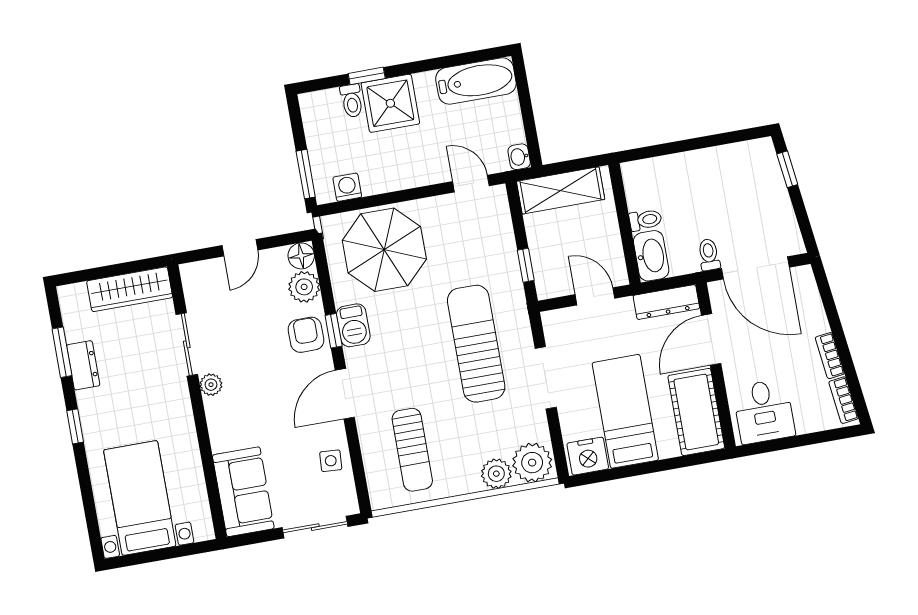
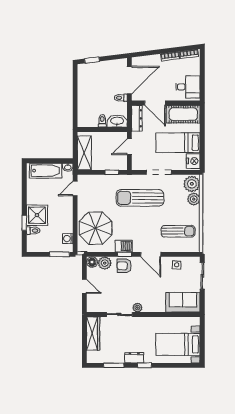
bathtub: (476, 81) -> (46, 171), moved, turned 90
dresser: (83, 365) -> (134, 358), moved

